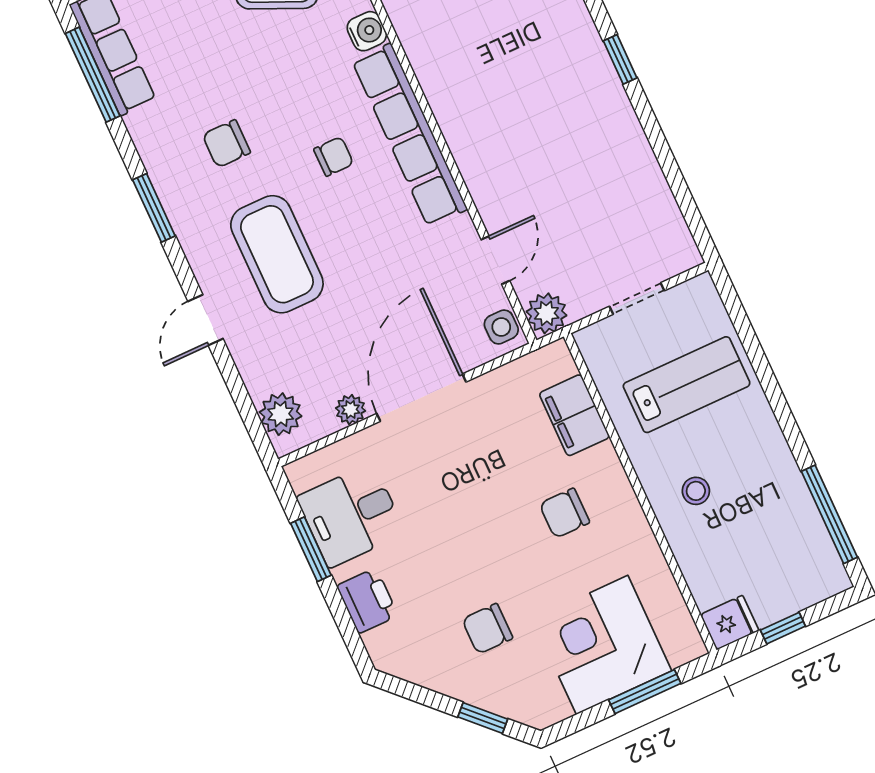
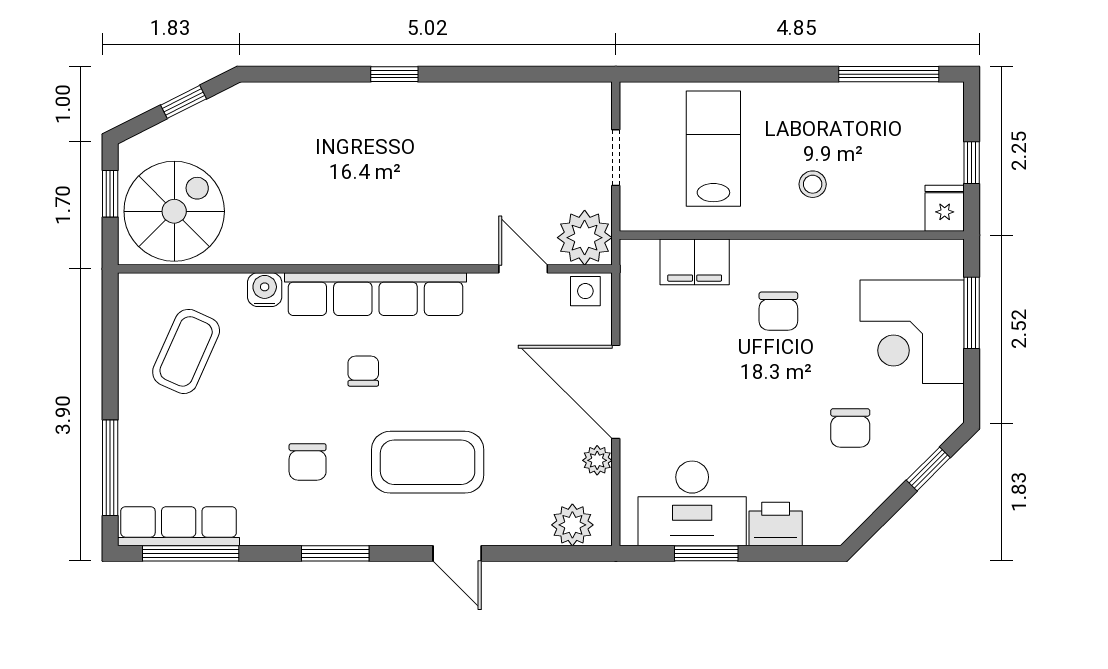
plant: (546, 313) -> (585, 238), width x1.36, depth x1.36
desk: (351, 515) -> (692, 503), width x1.37

